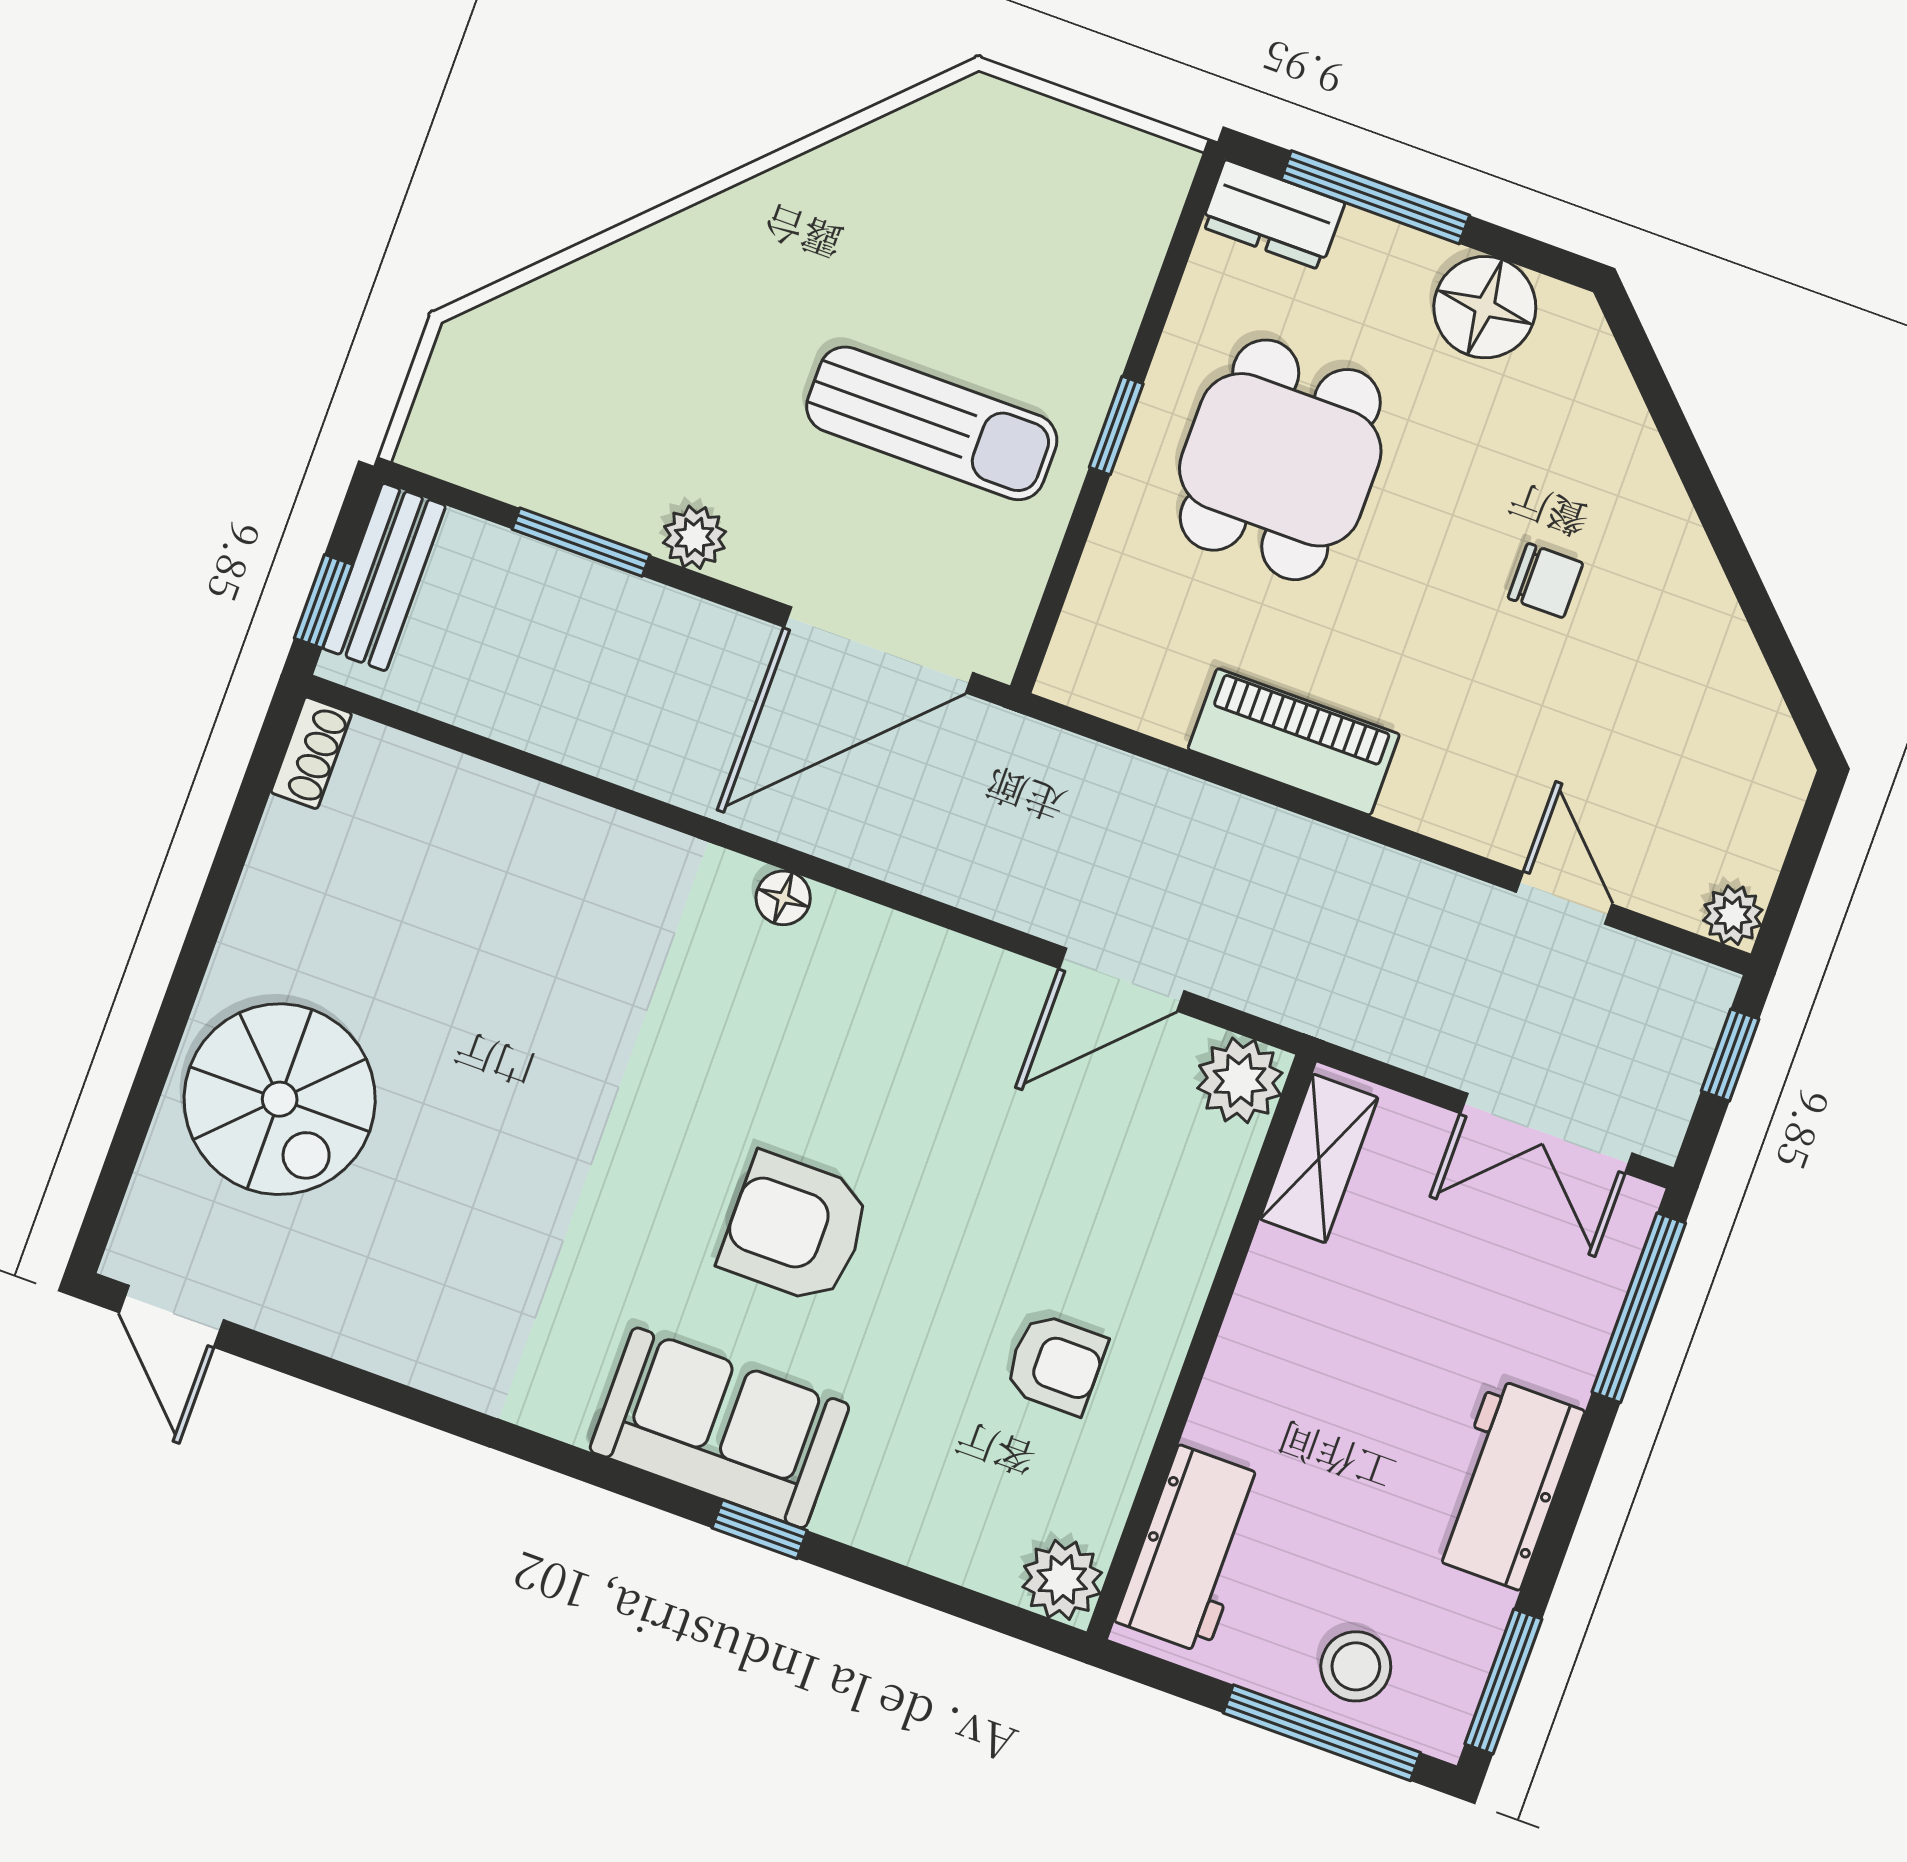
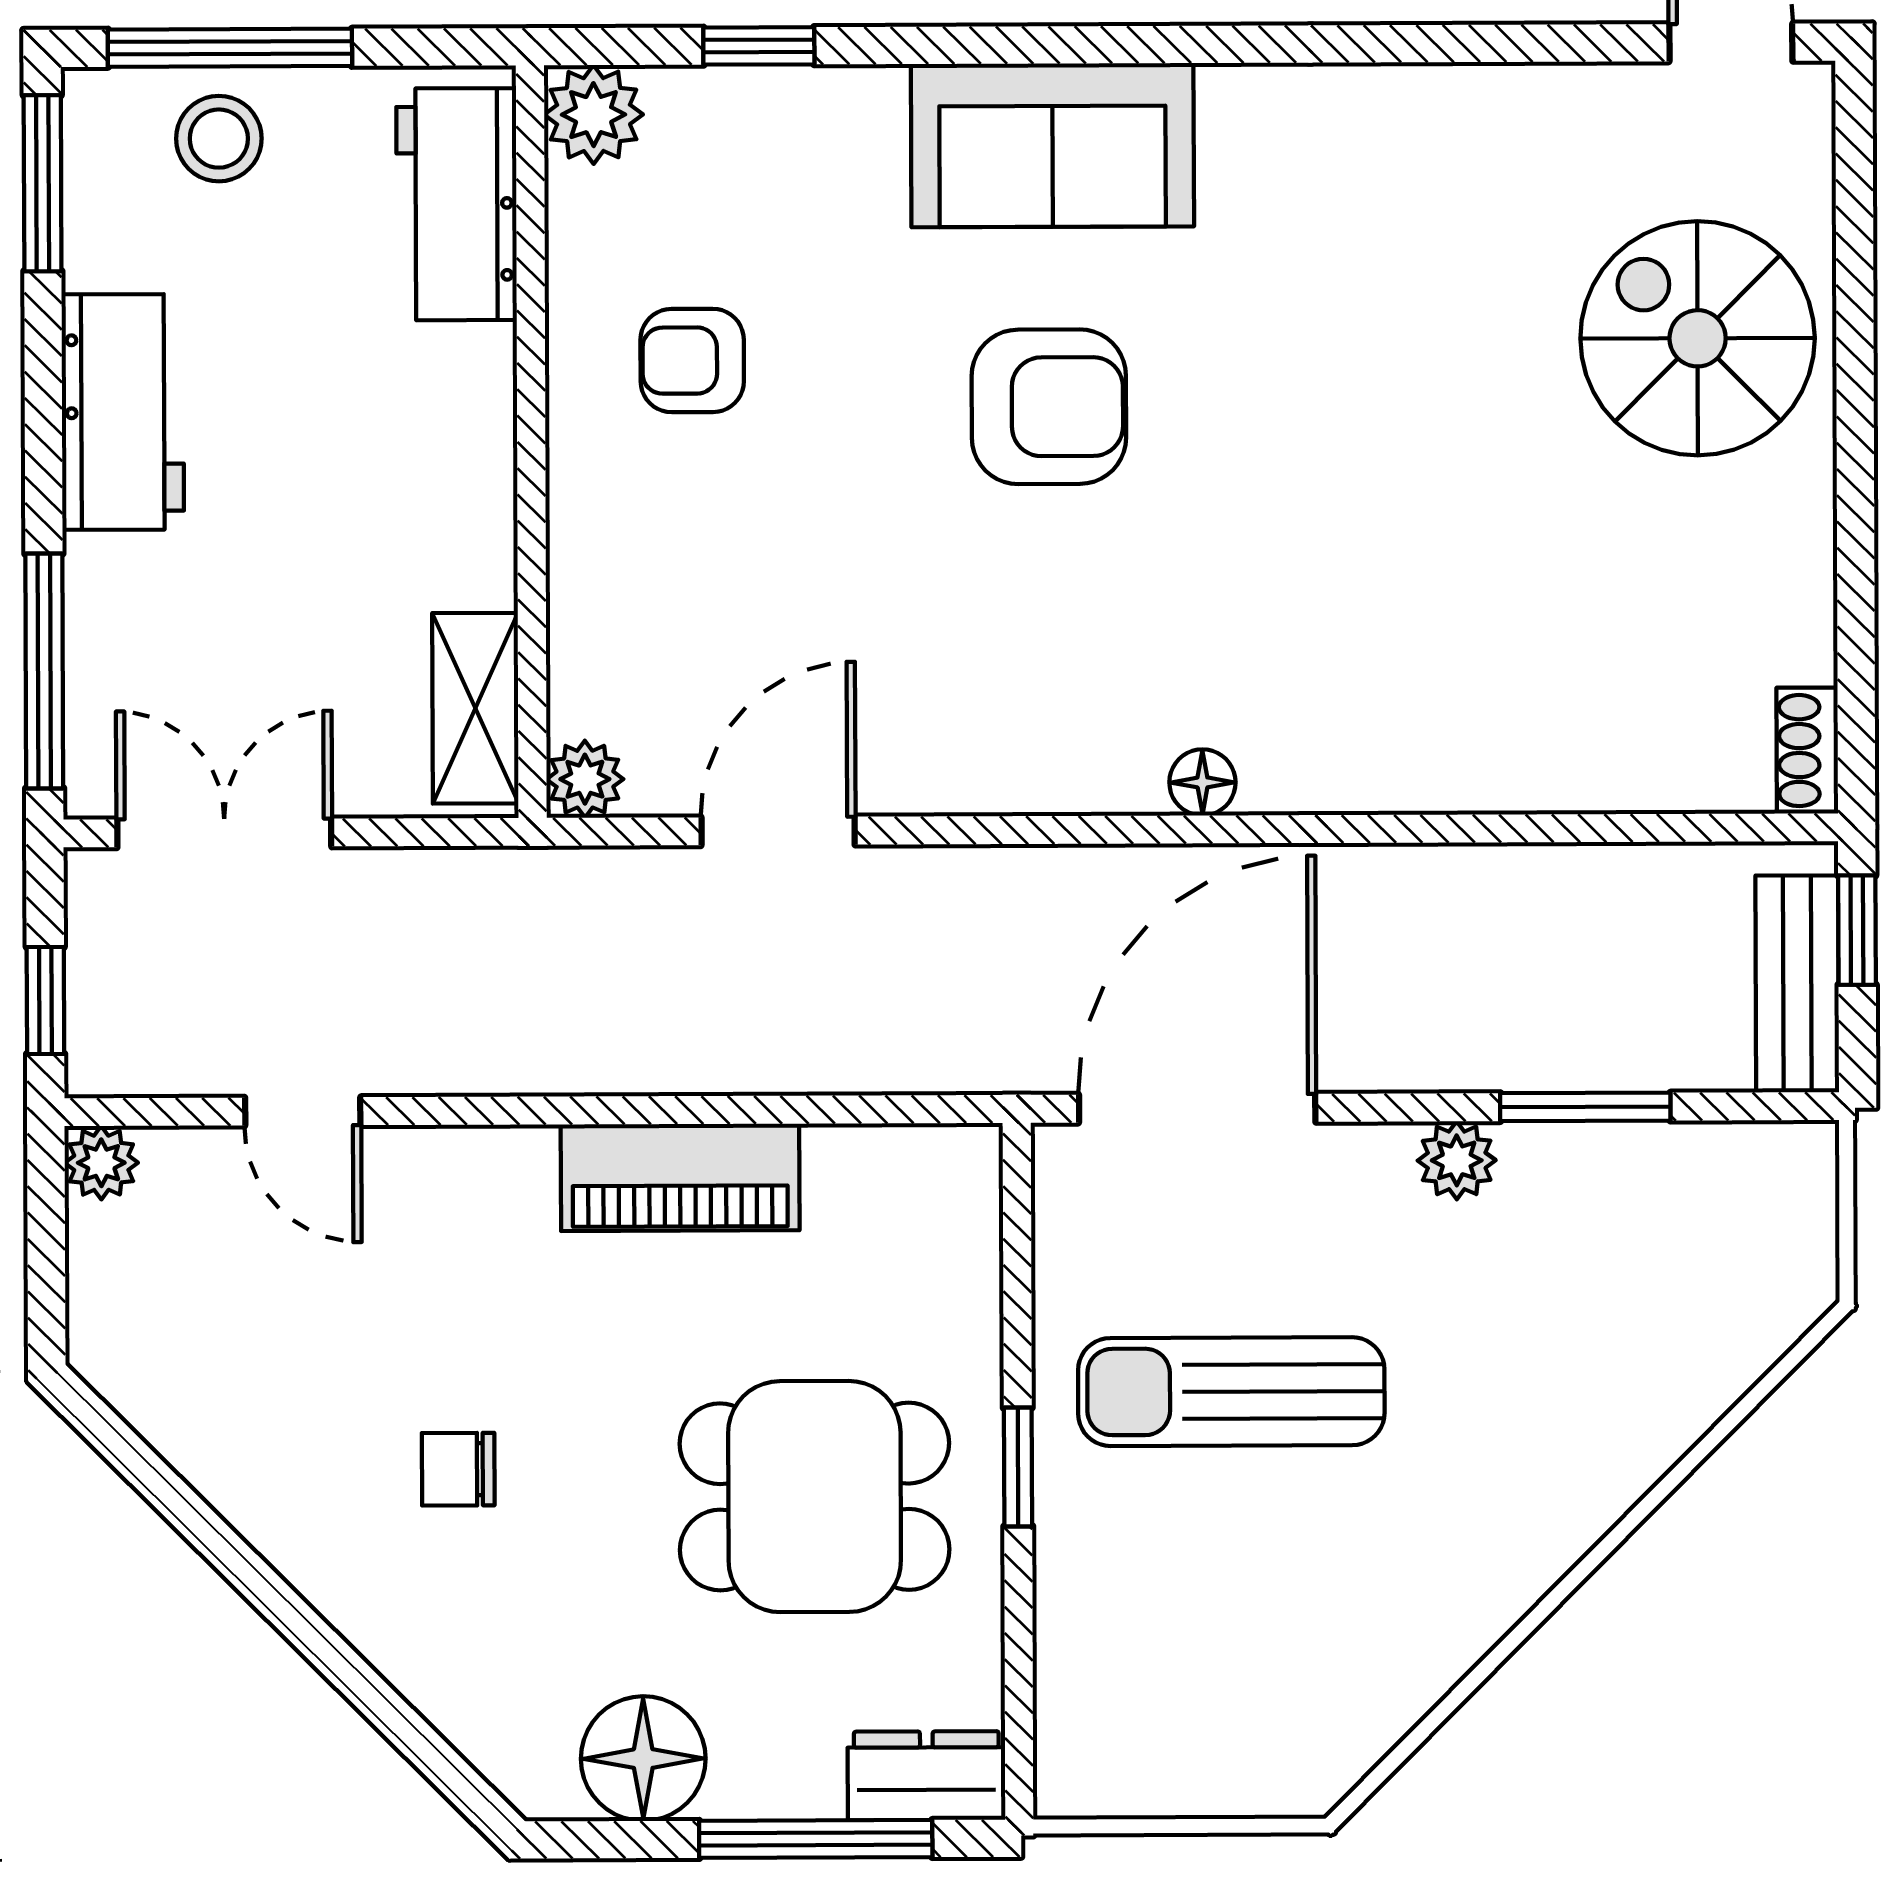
dining table: (1280, 460) -> (815, 1497), turned 90
plant: (1240, 1080) -> (585, 779), width x0.73, depth x0.73
window: (760, 1529) -> (759, 46), moved

